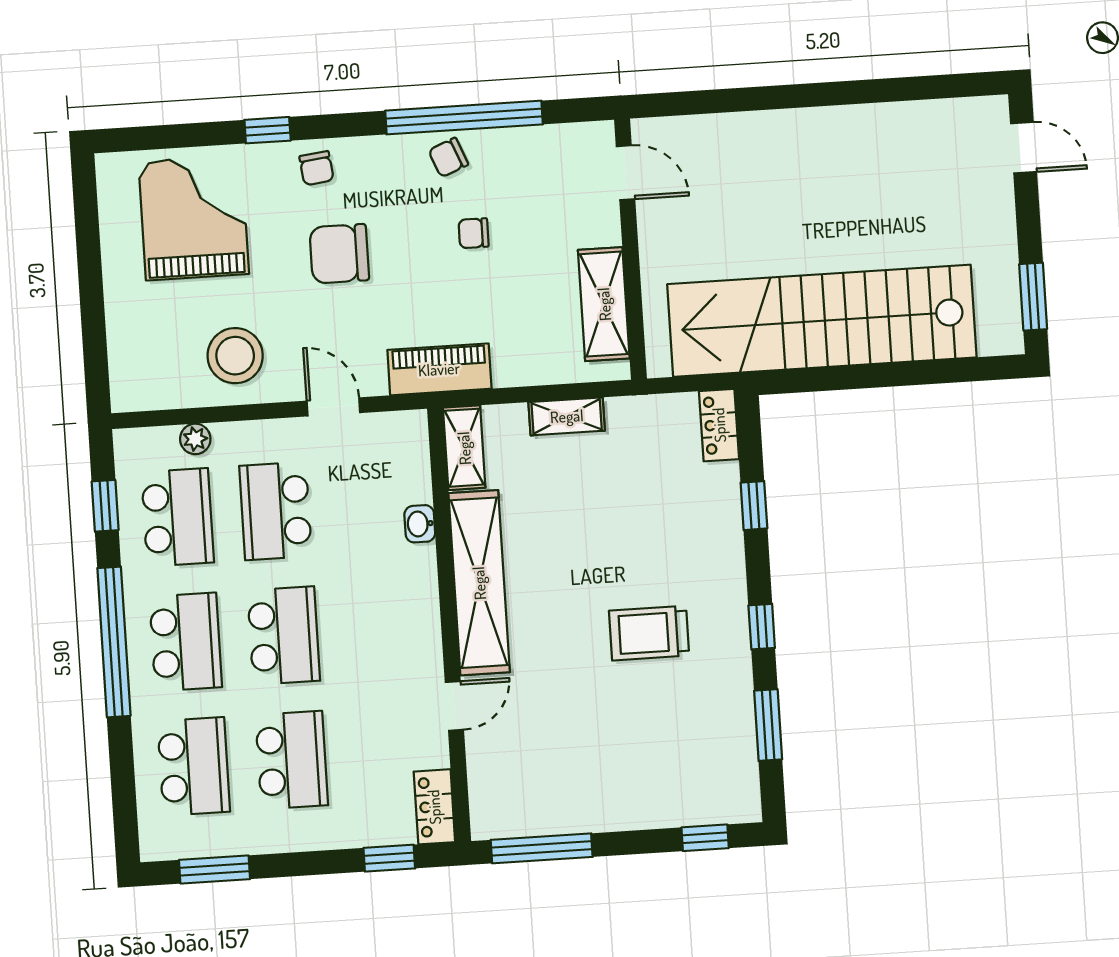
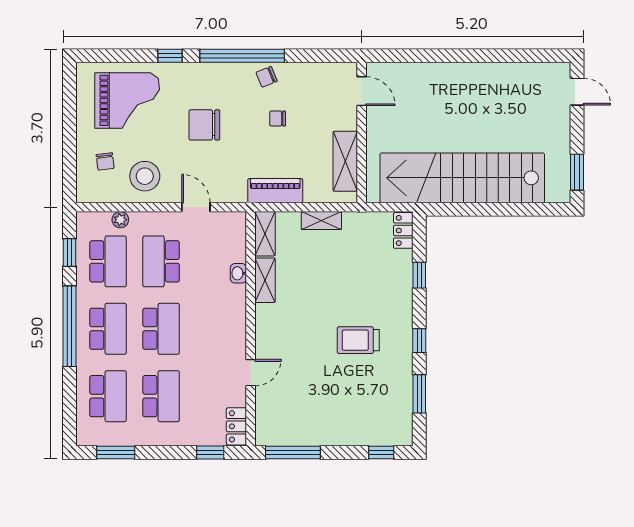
window: (464, 118) -> (242, 56), moved
chair: (317, 168) -> (105, 161), moved
grand piano: (194, 218) -> (127, 100), turned 90
piano: (439, 369) -> (275, 191), moved
shelving: (479, 583) -> (265, 280), width x0.45, depth x0.75

